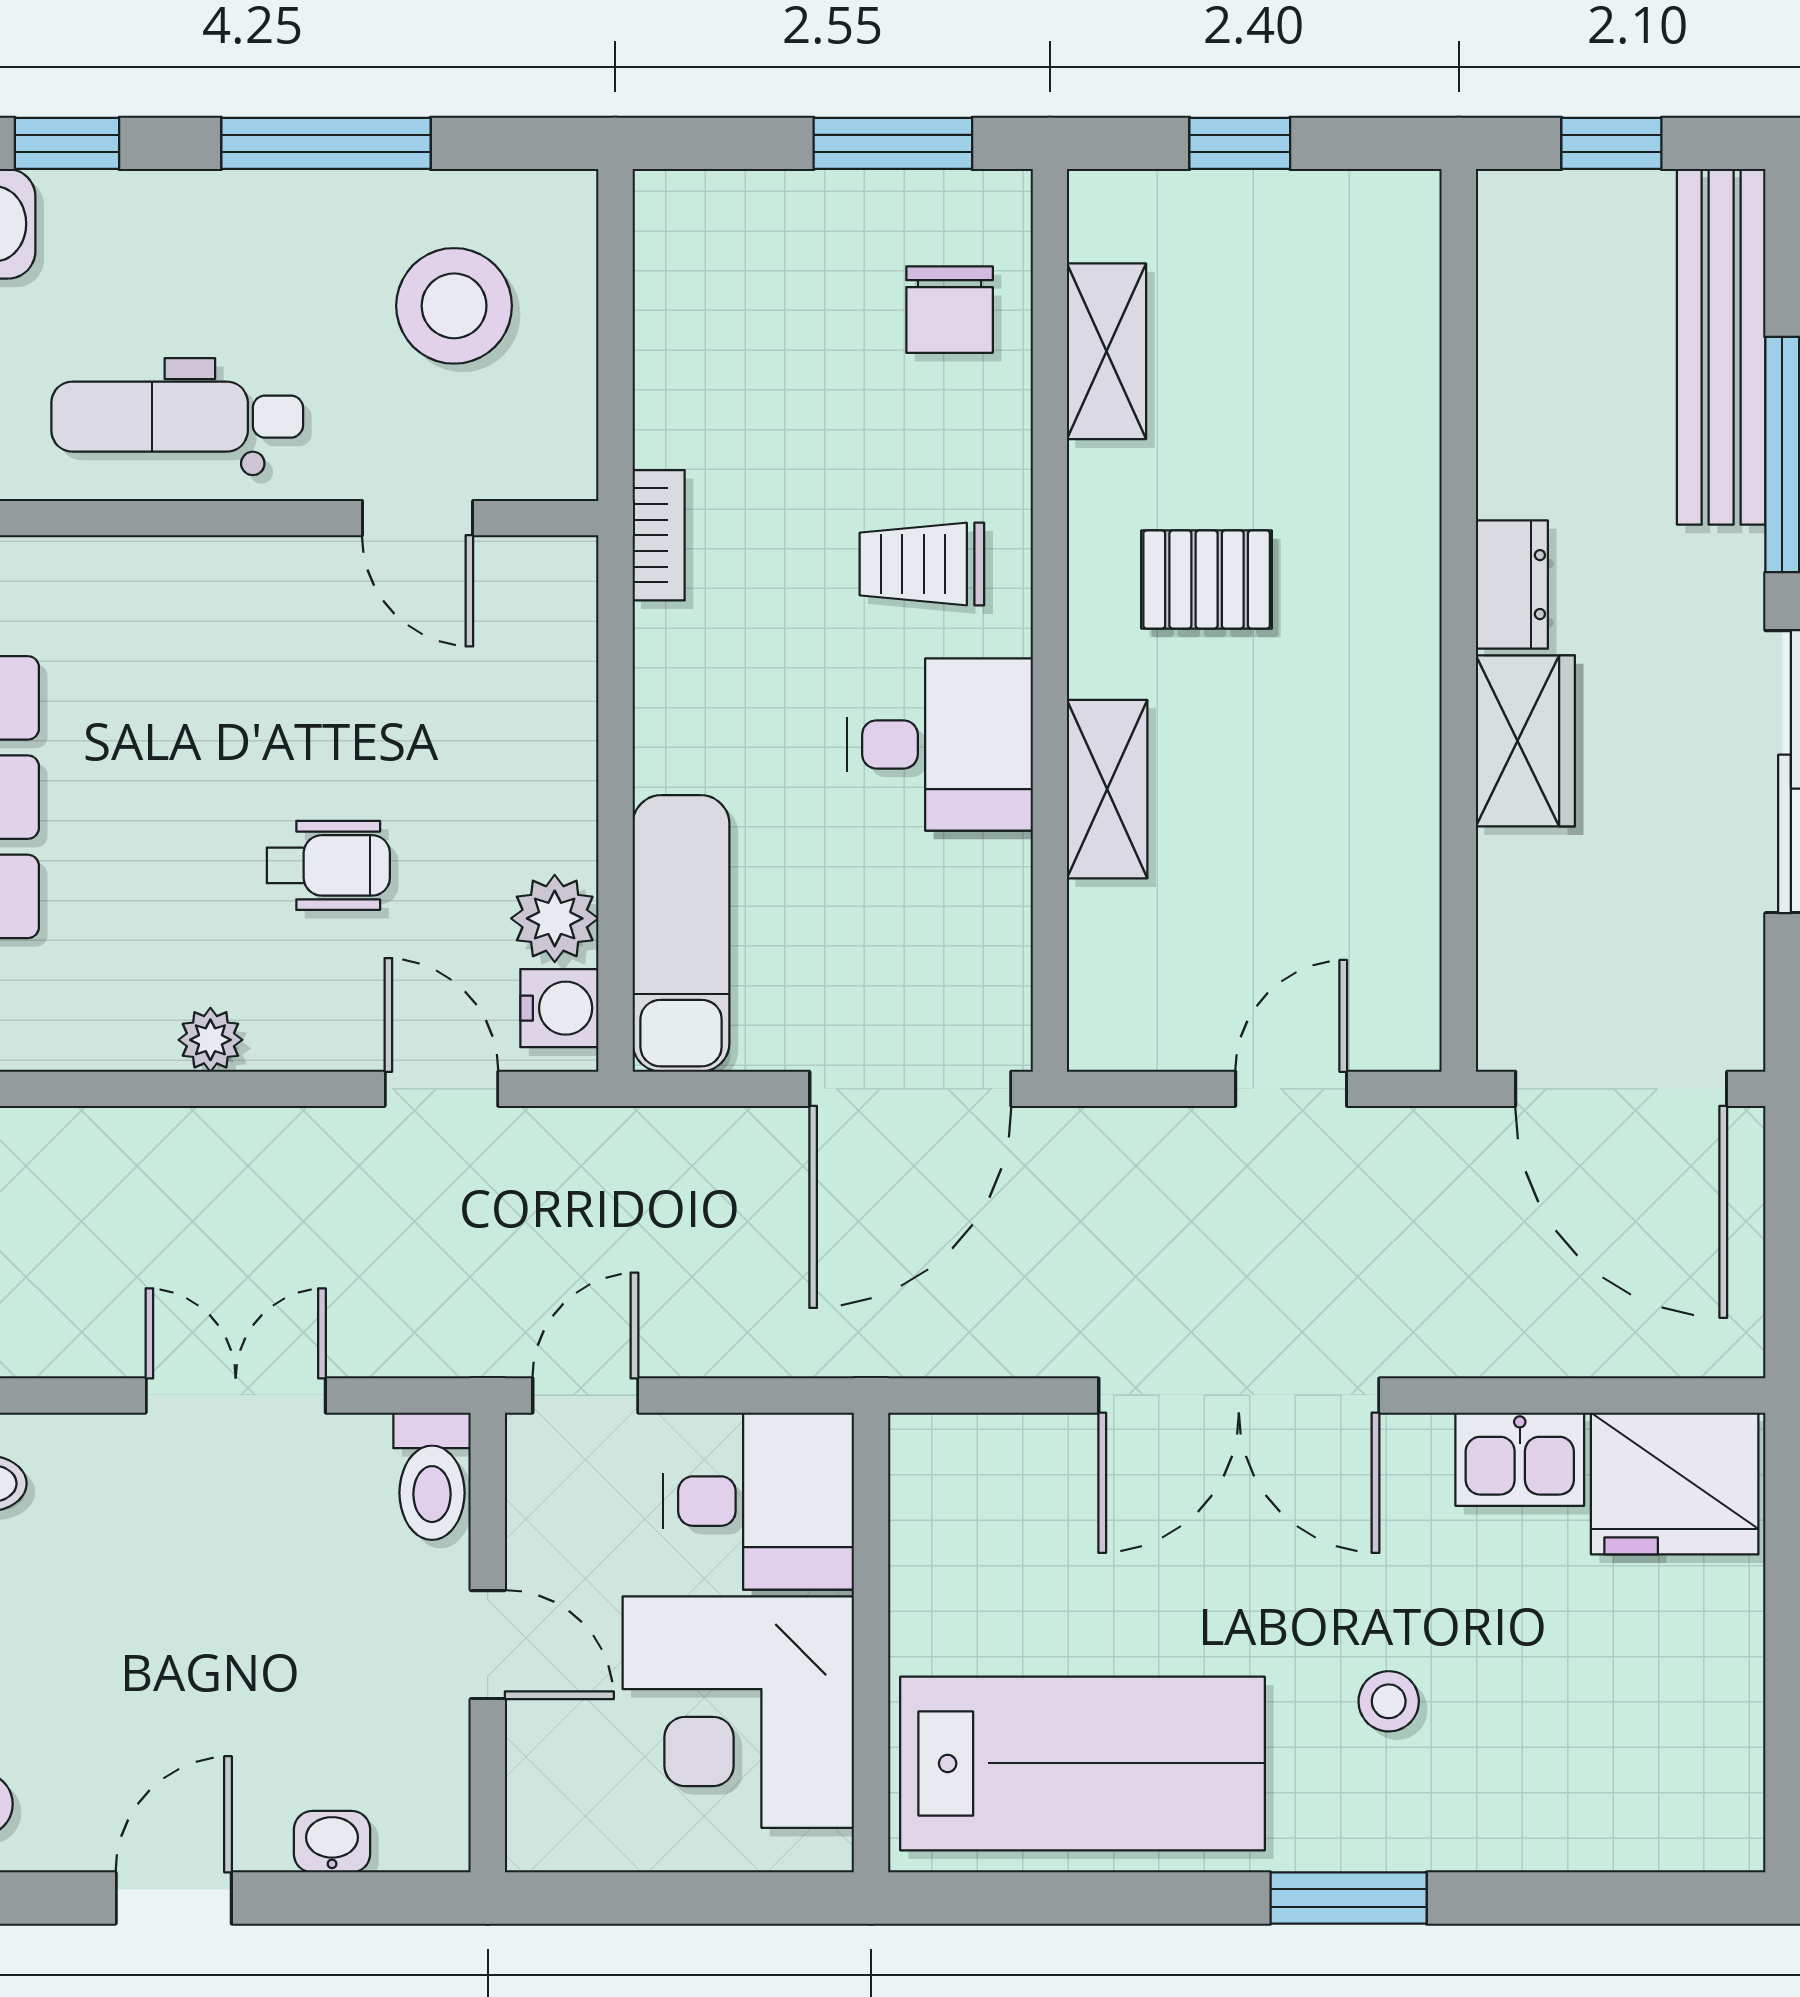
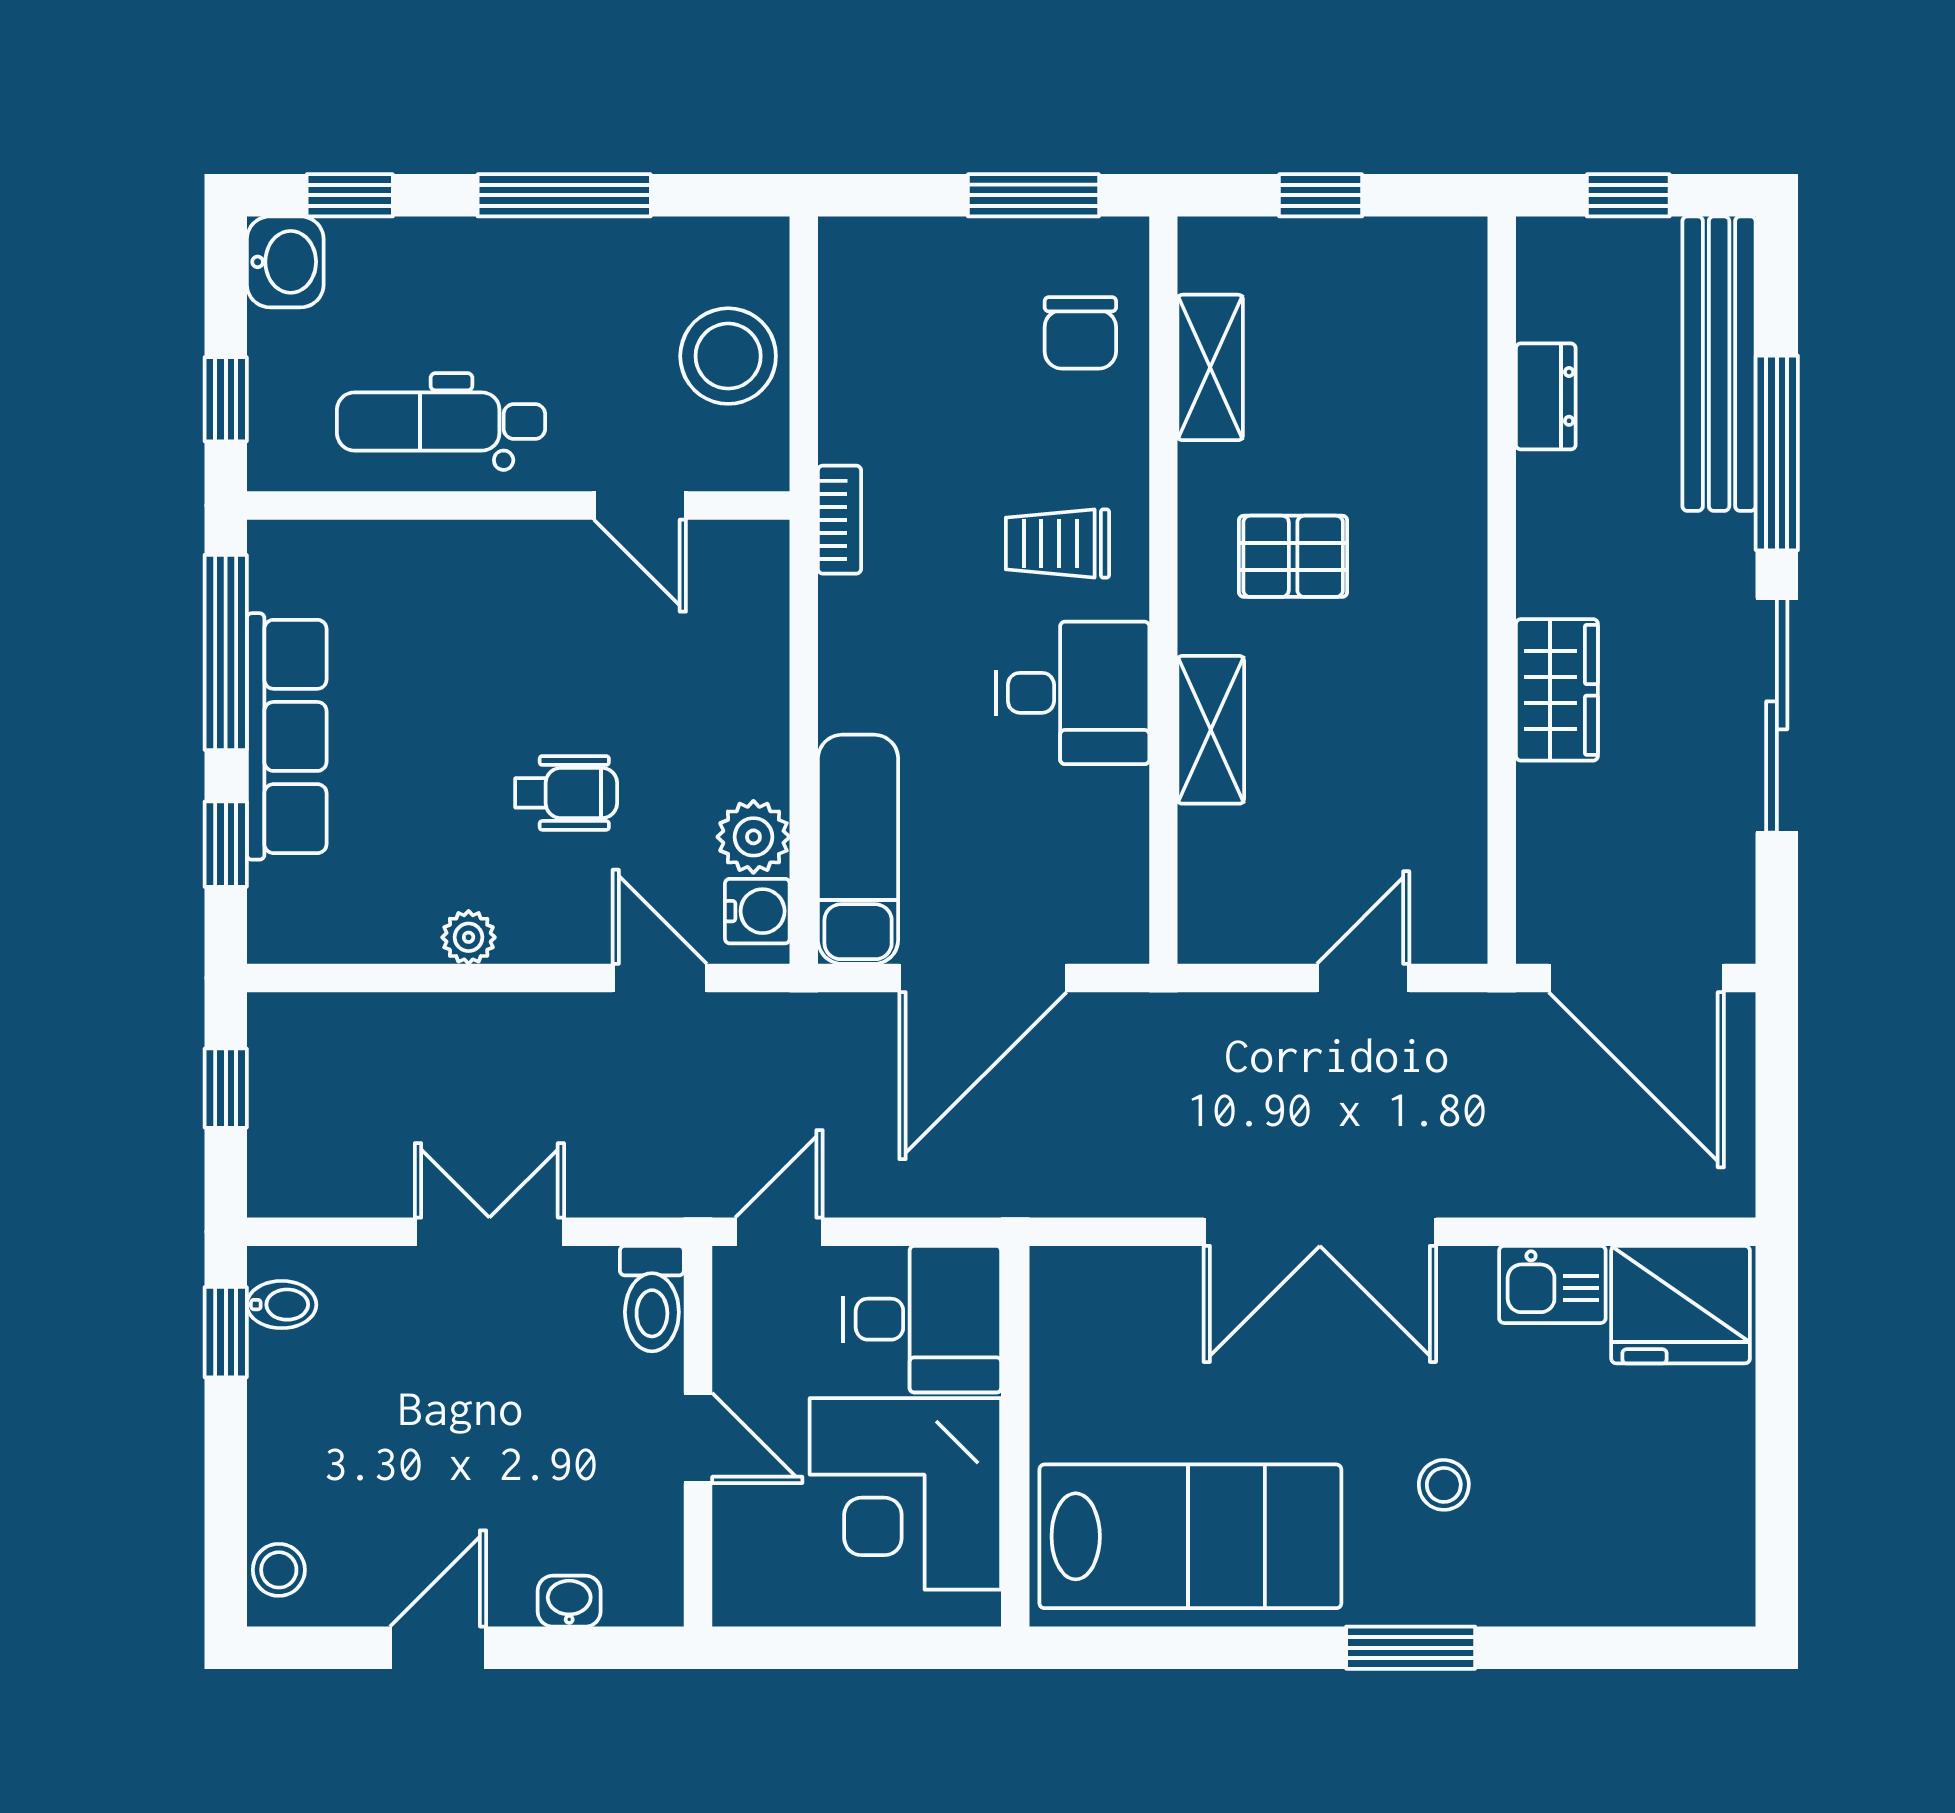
stool: (454, 306) -> (728, 356), moved
dresser: (1512, 585) -> (1546, 396), moved
door: (910, 1089) -> (983, 978), moved

